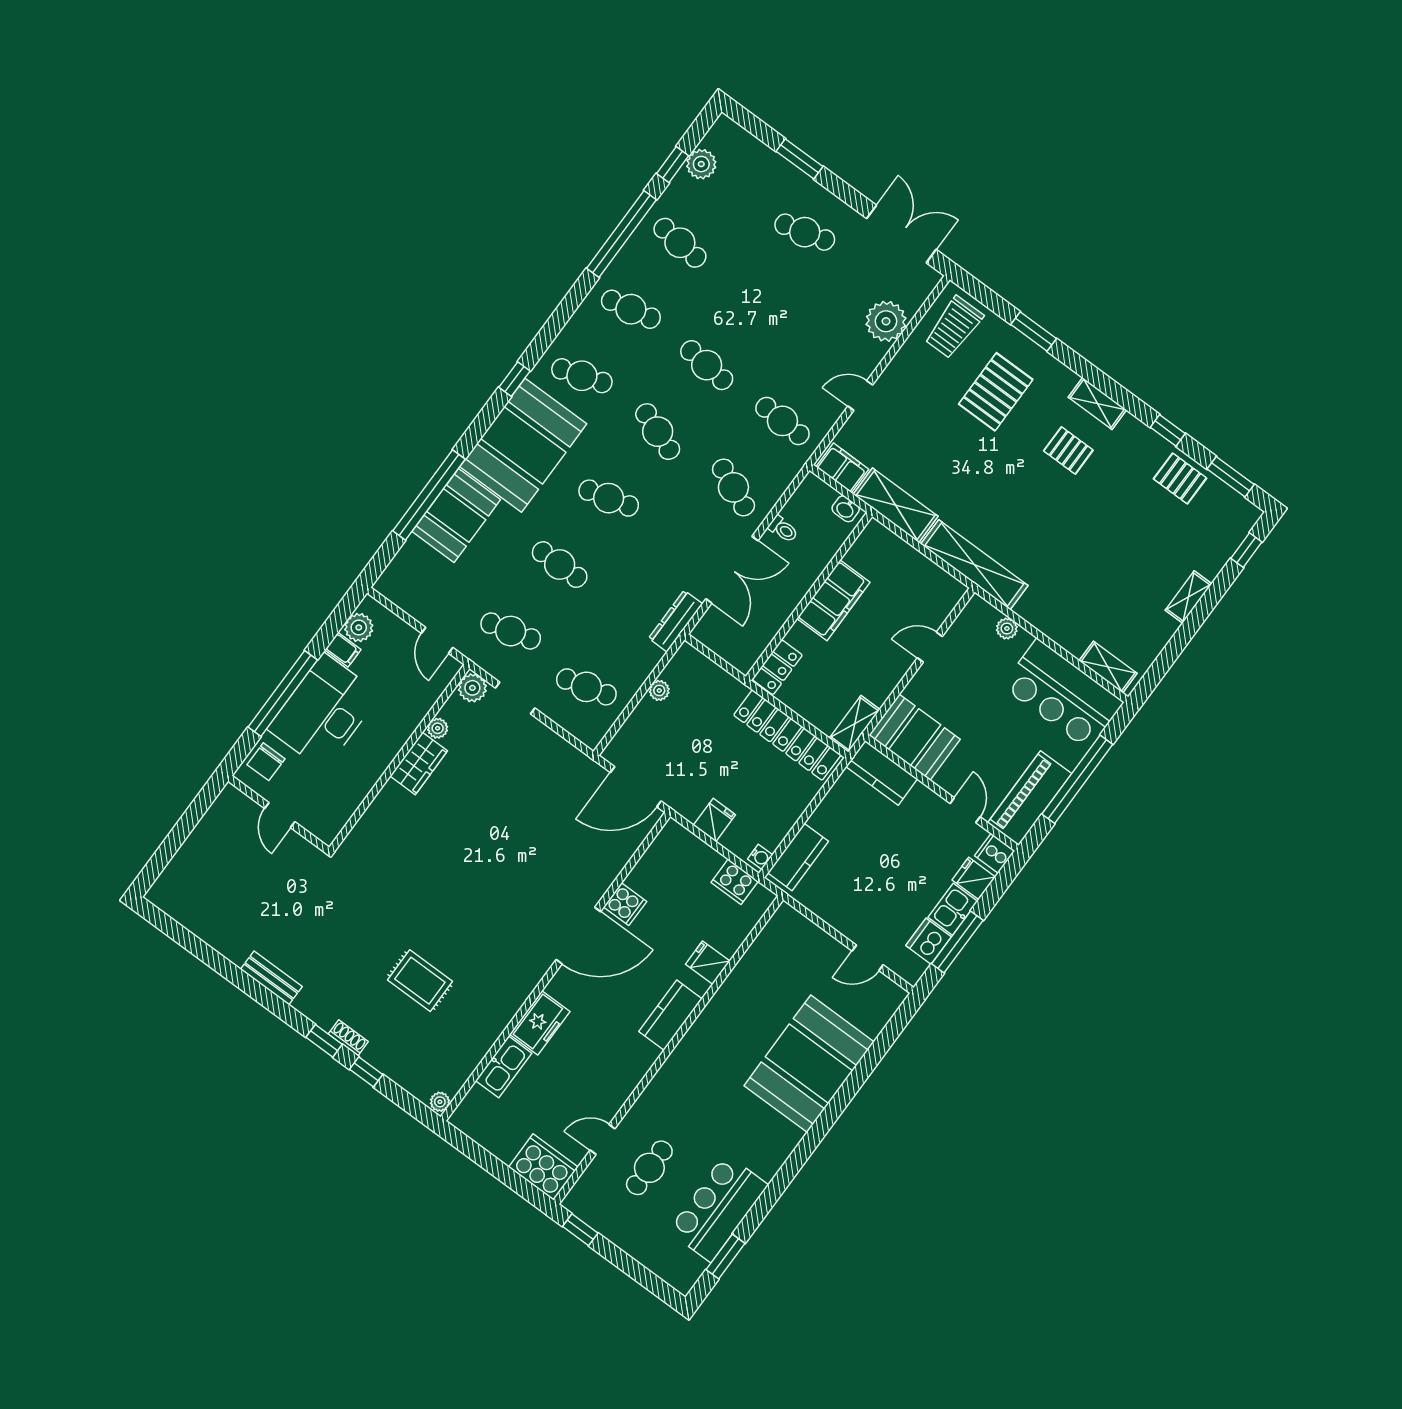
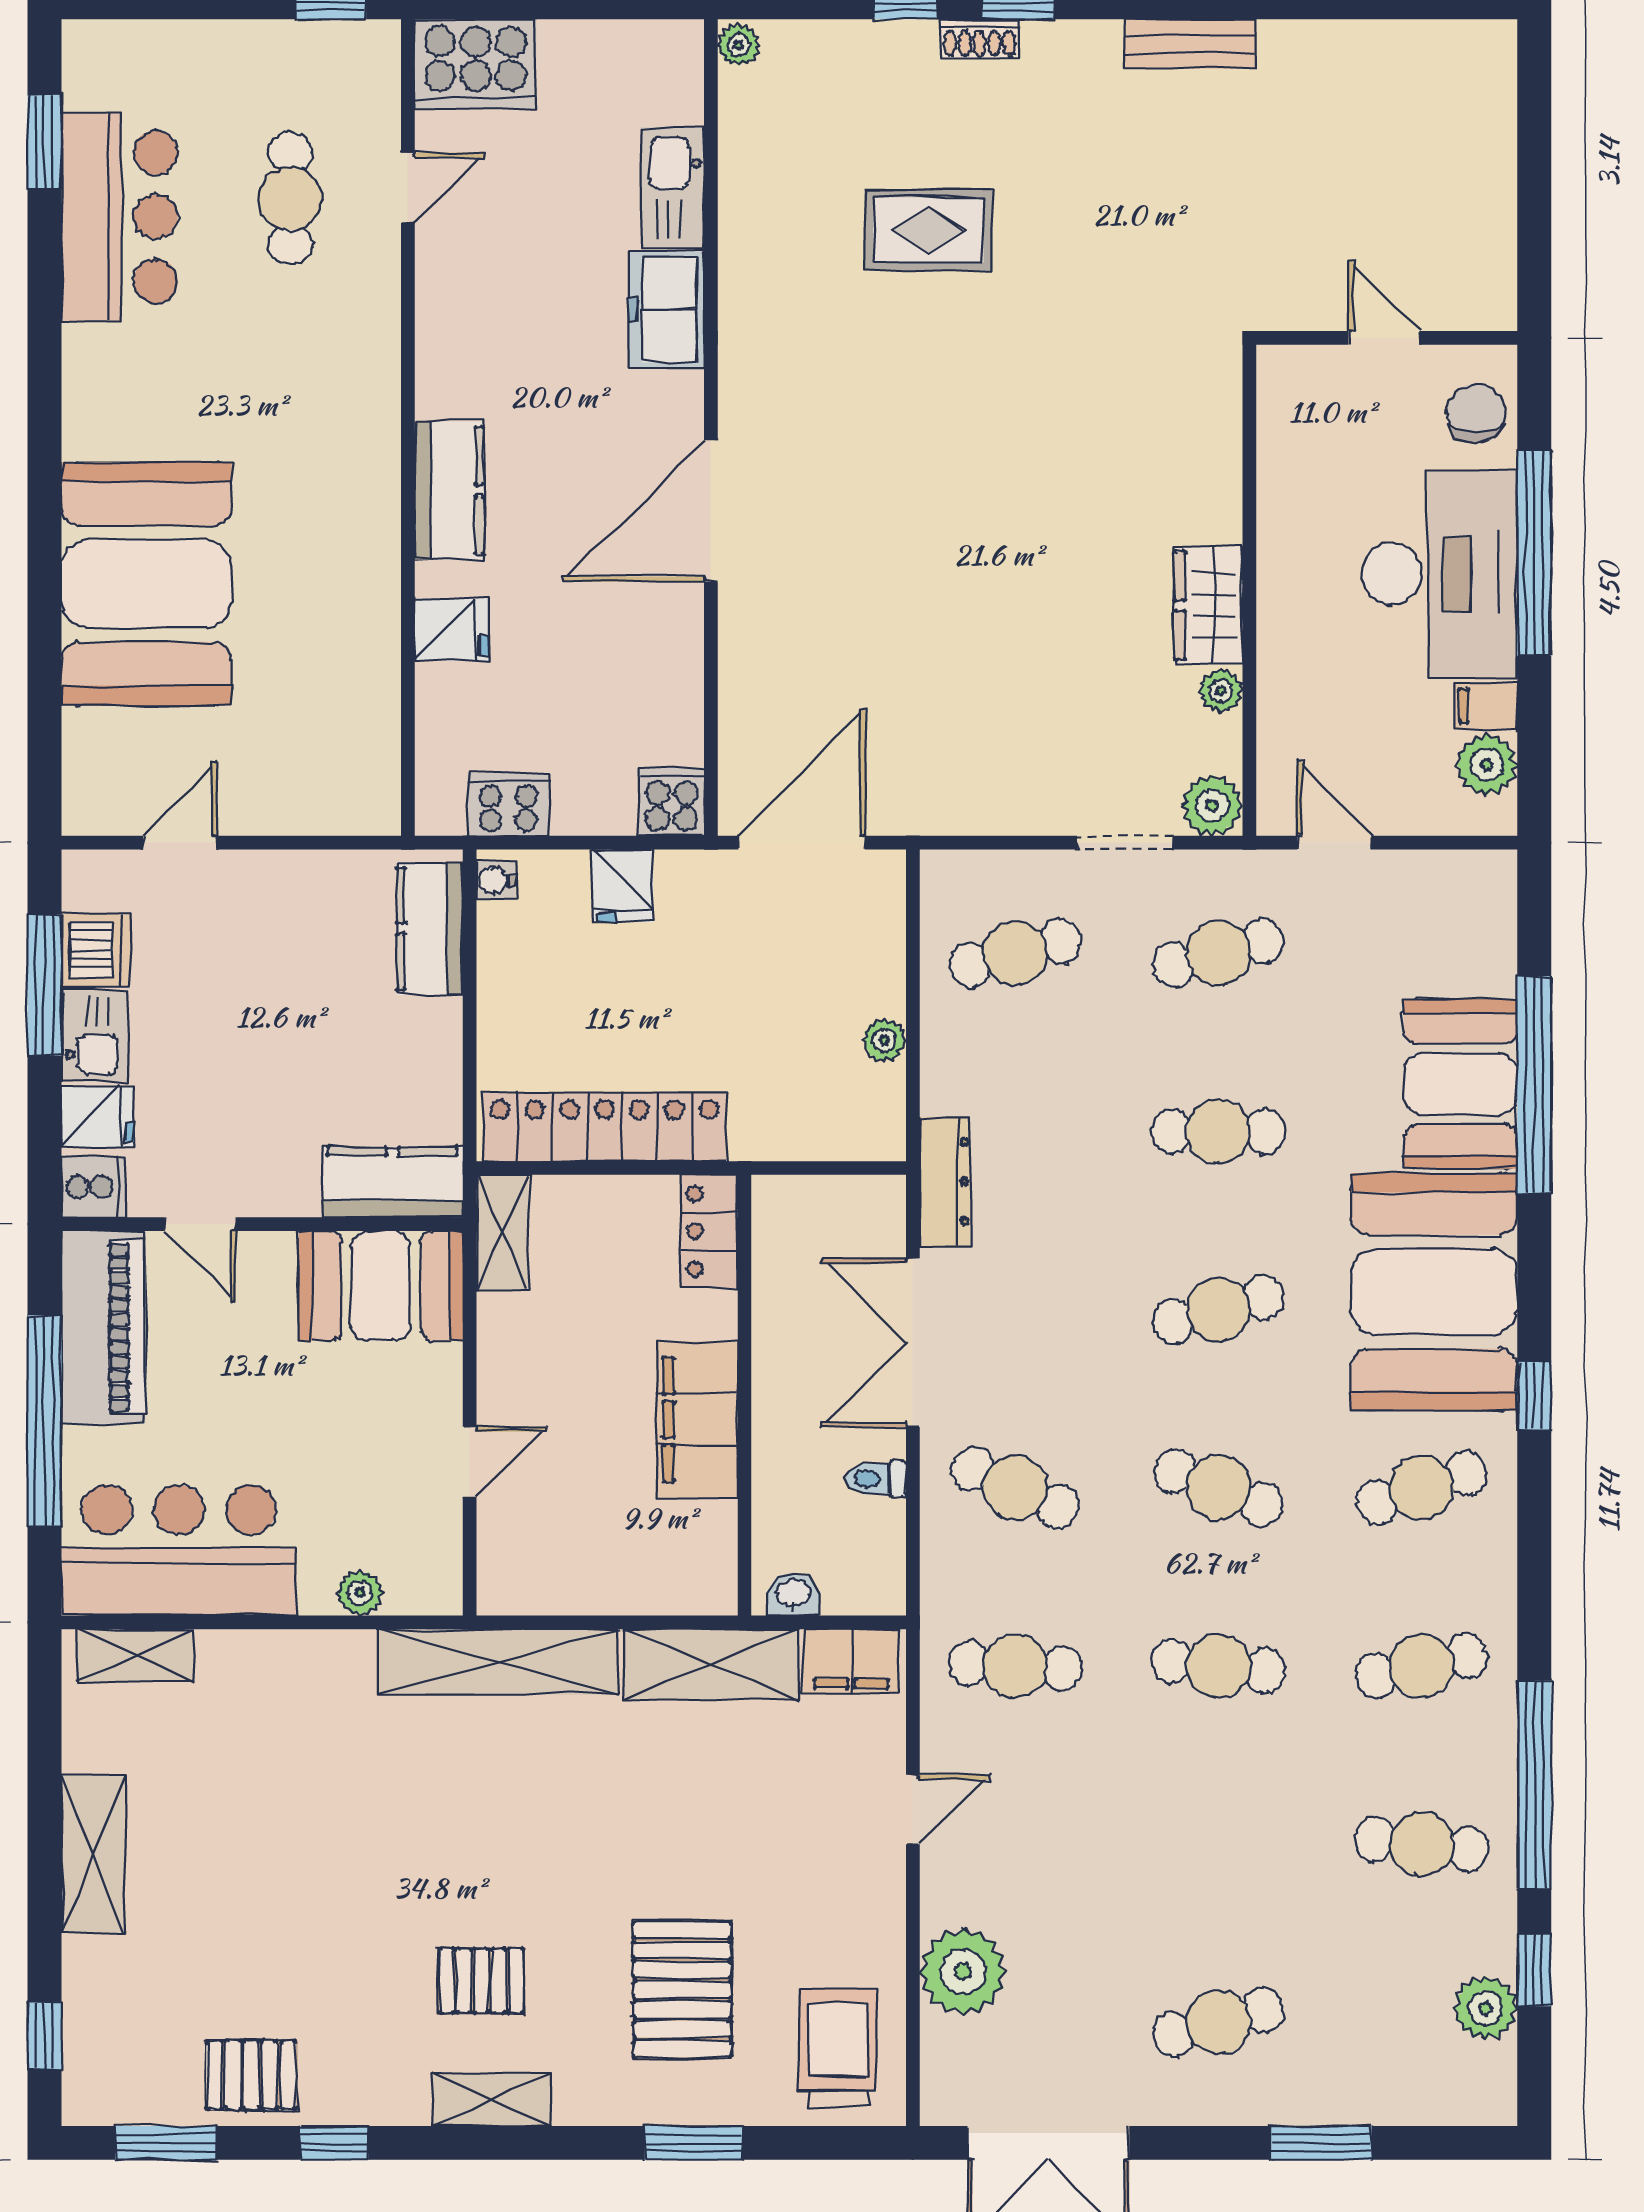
shelving: (1188, 597) -> (93, 1854), width x1.50, depth x1.33
cooker: (625, 904) -> (672, 802), moved, turned 90

